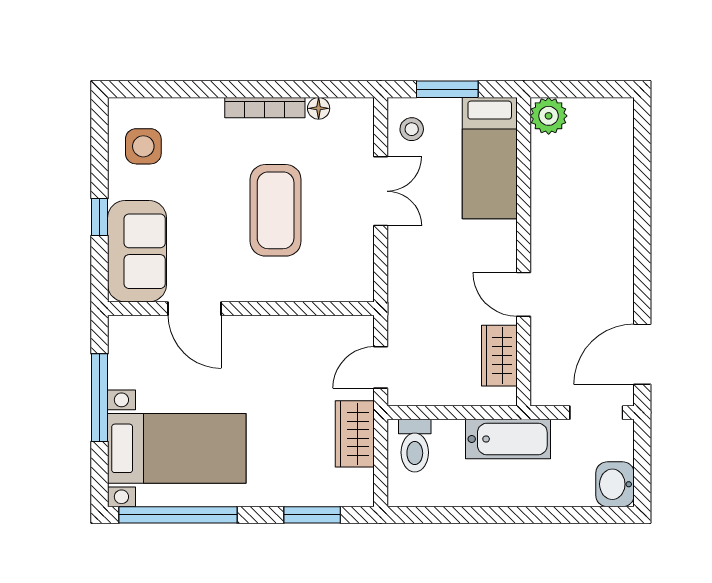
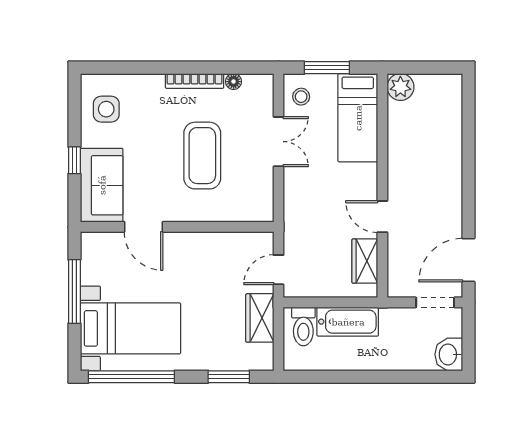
bathtub: (508, 439) -> (348, 322), moved

